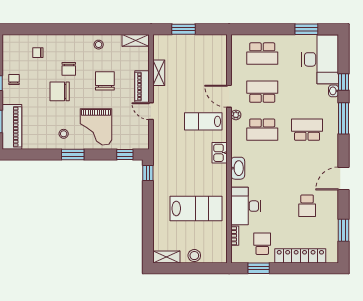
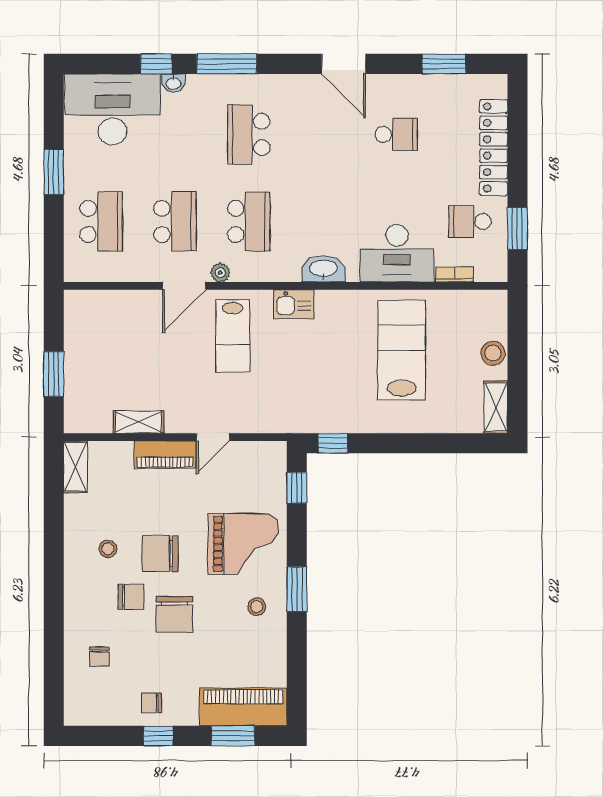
window: (306, 29) -> (54, 172), moved
stool: (99, 45) -> (108, 549), moved
chair: (105, 81) -> (160, 554), moved
school desk: (262, 92) -> (175, 221), turned 180

